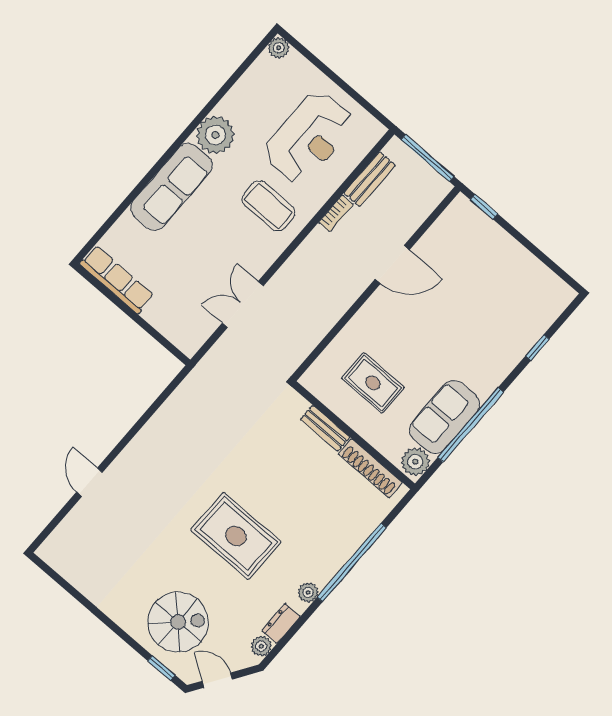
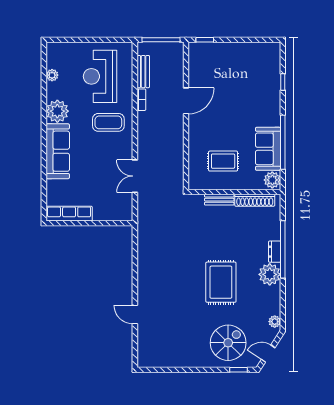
plant: (279, 48) -> (52, 75), moved
reception desk: (309, 138) -> (100, 76), turned 180
rug: (236, 536) -> (221, 282), turned 90
plant: (308, 592) -> (270, 274), width x1.88, depth x1.88
dresser: (281, 623) -> (275, 252), moved

